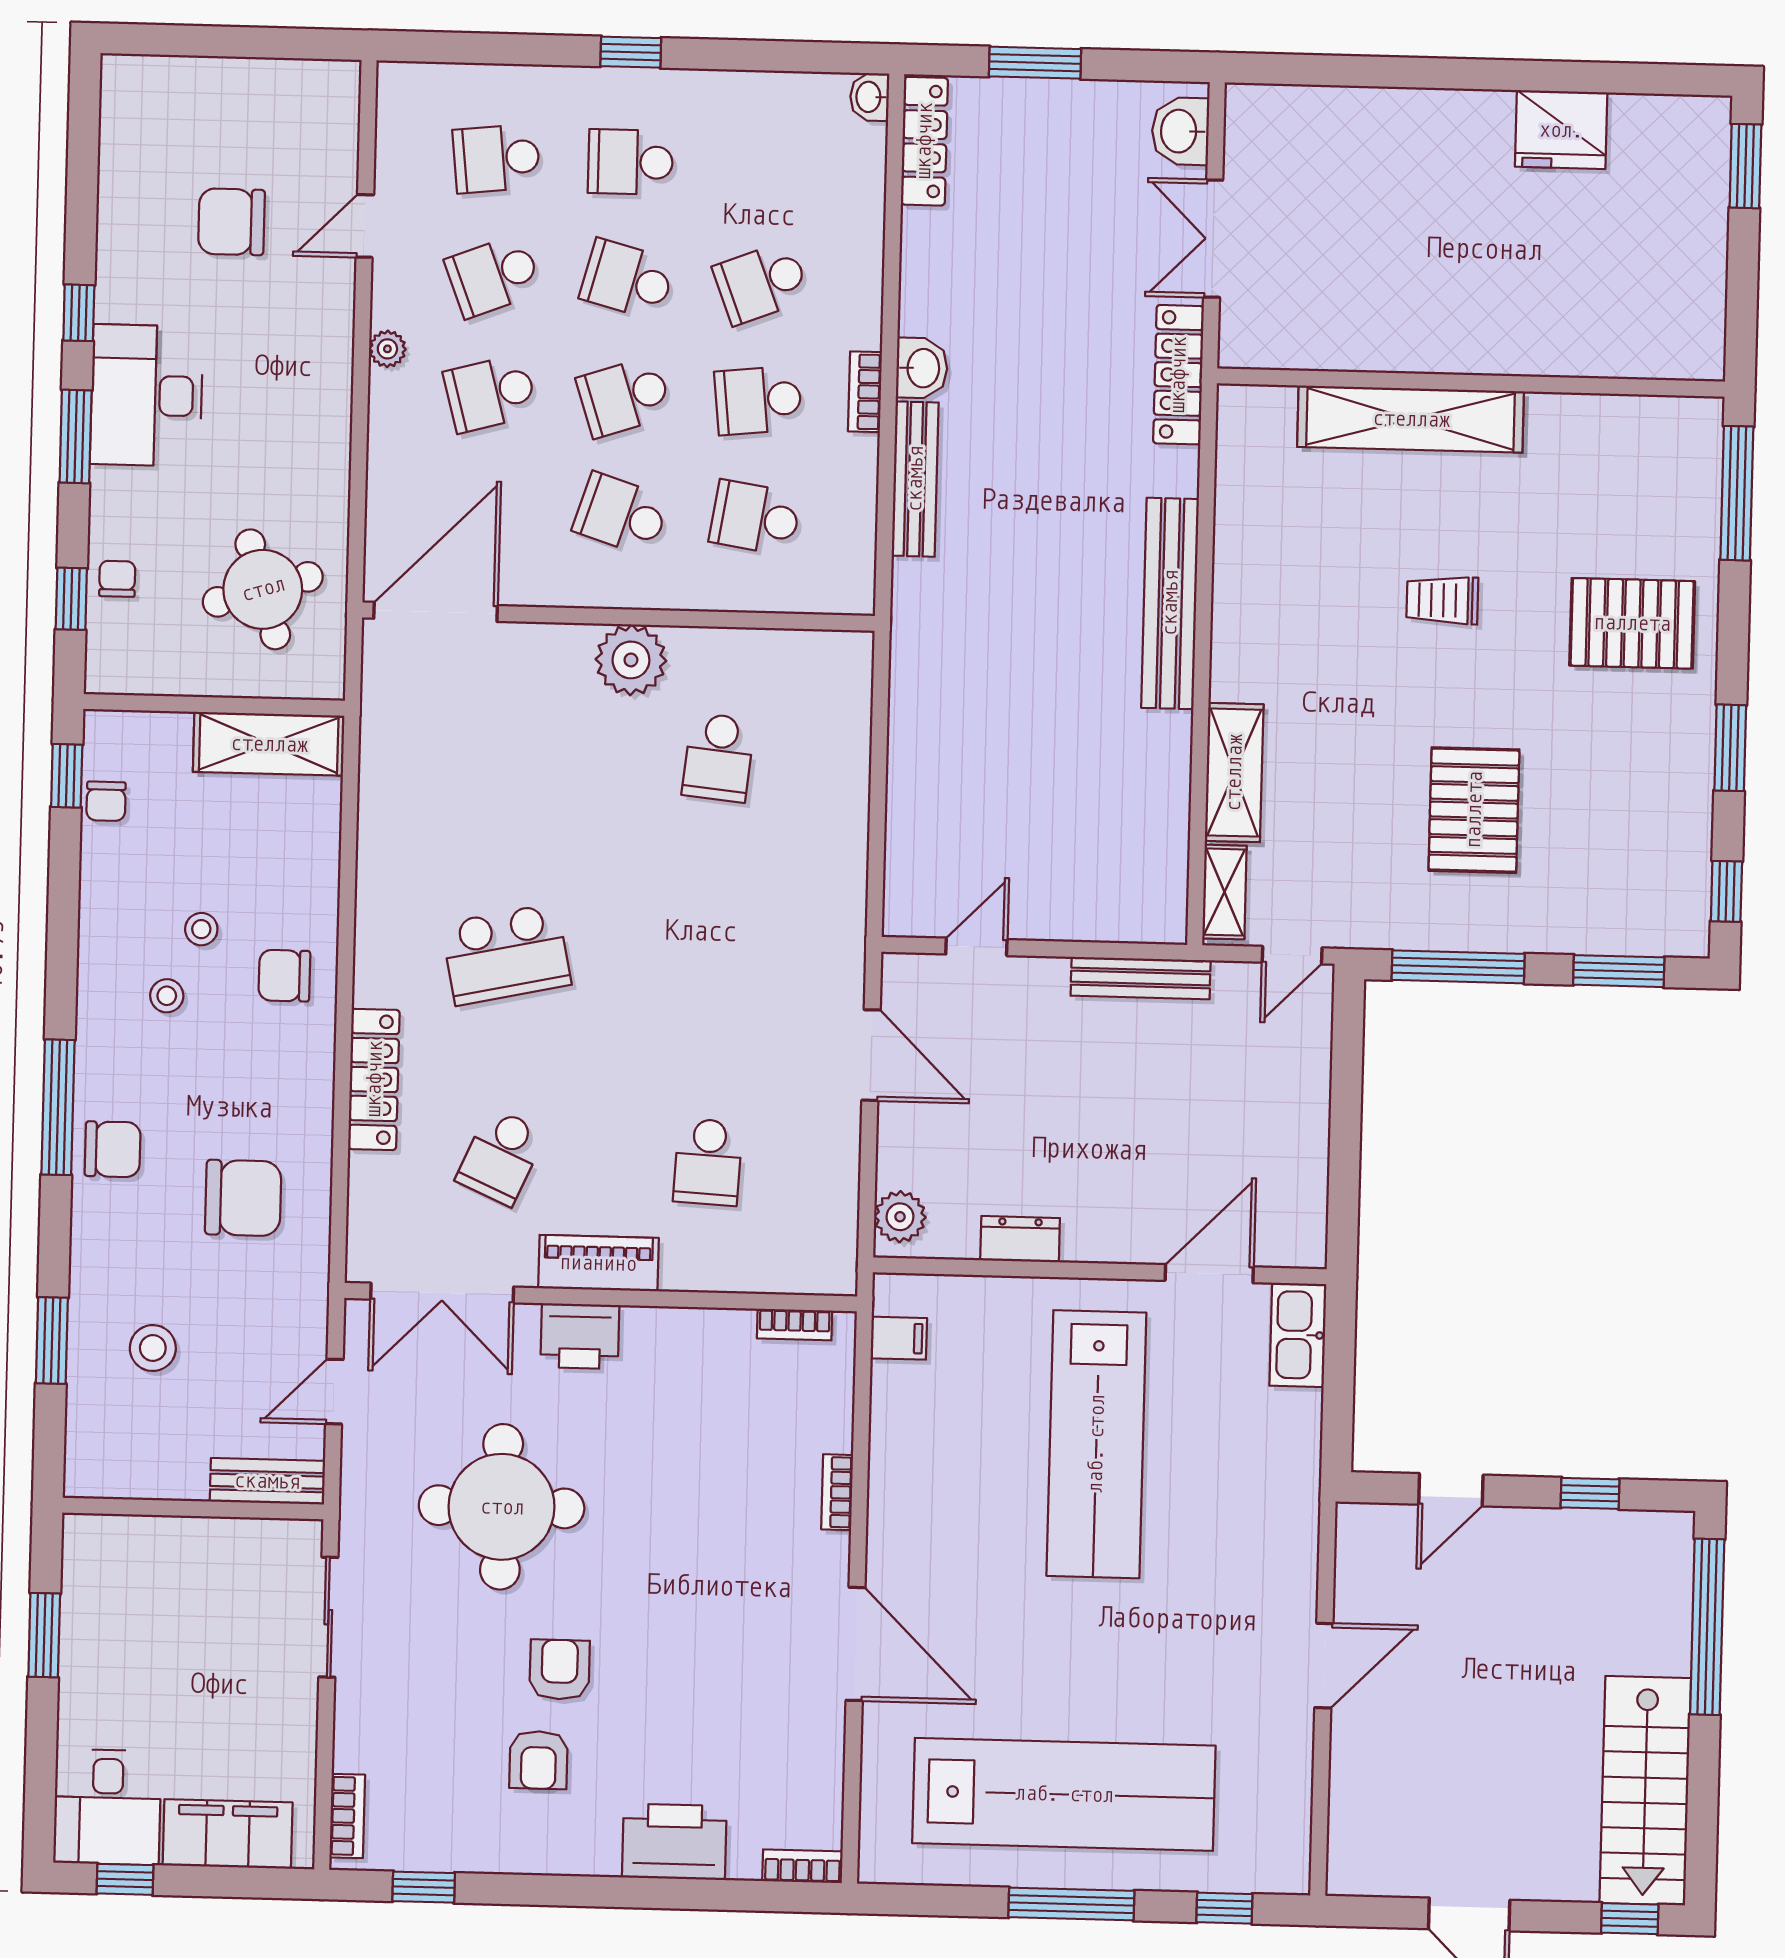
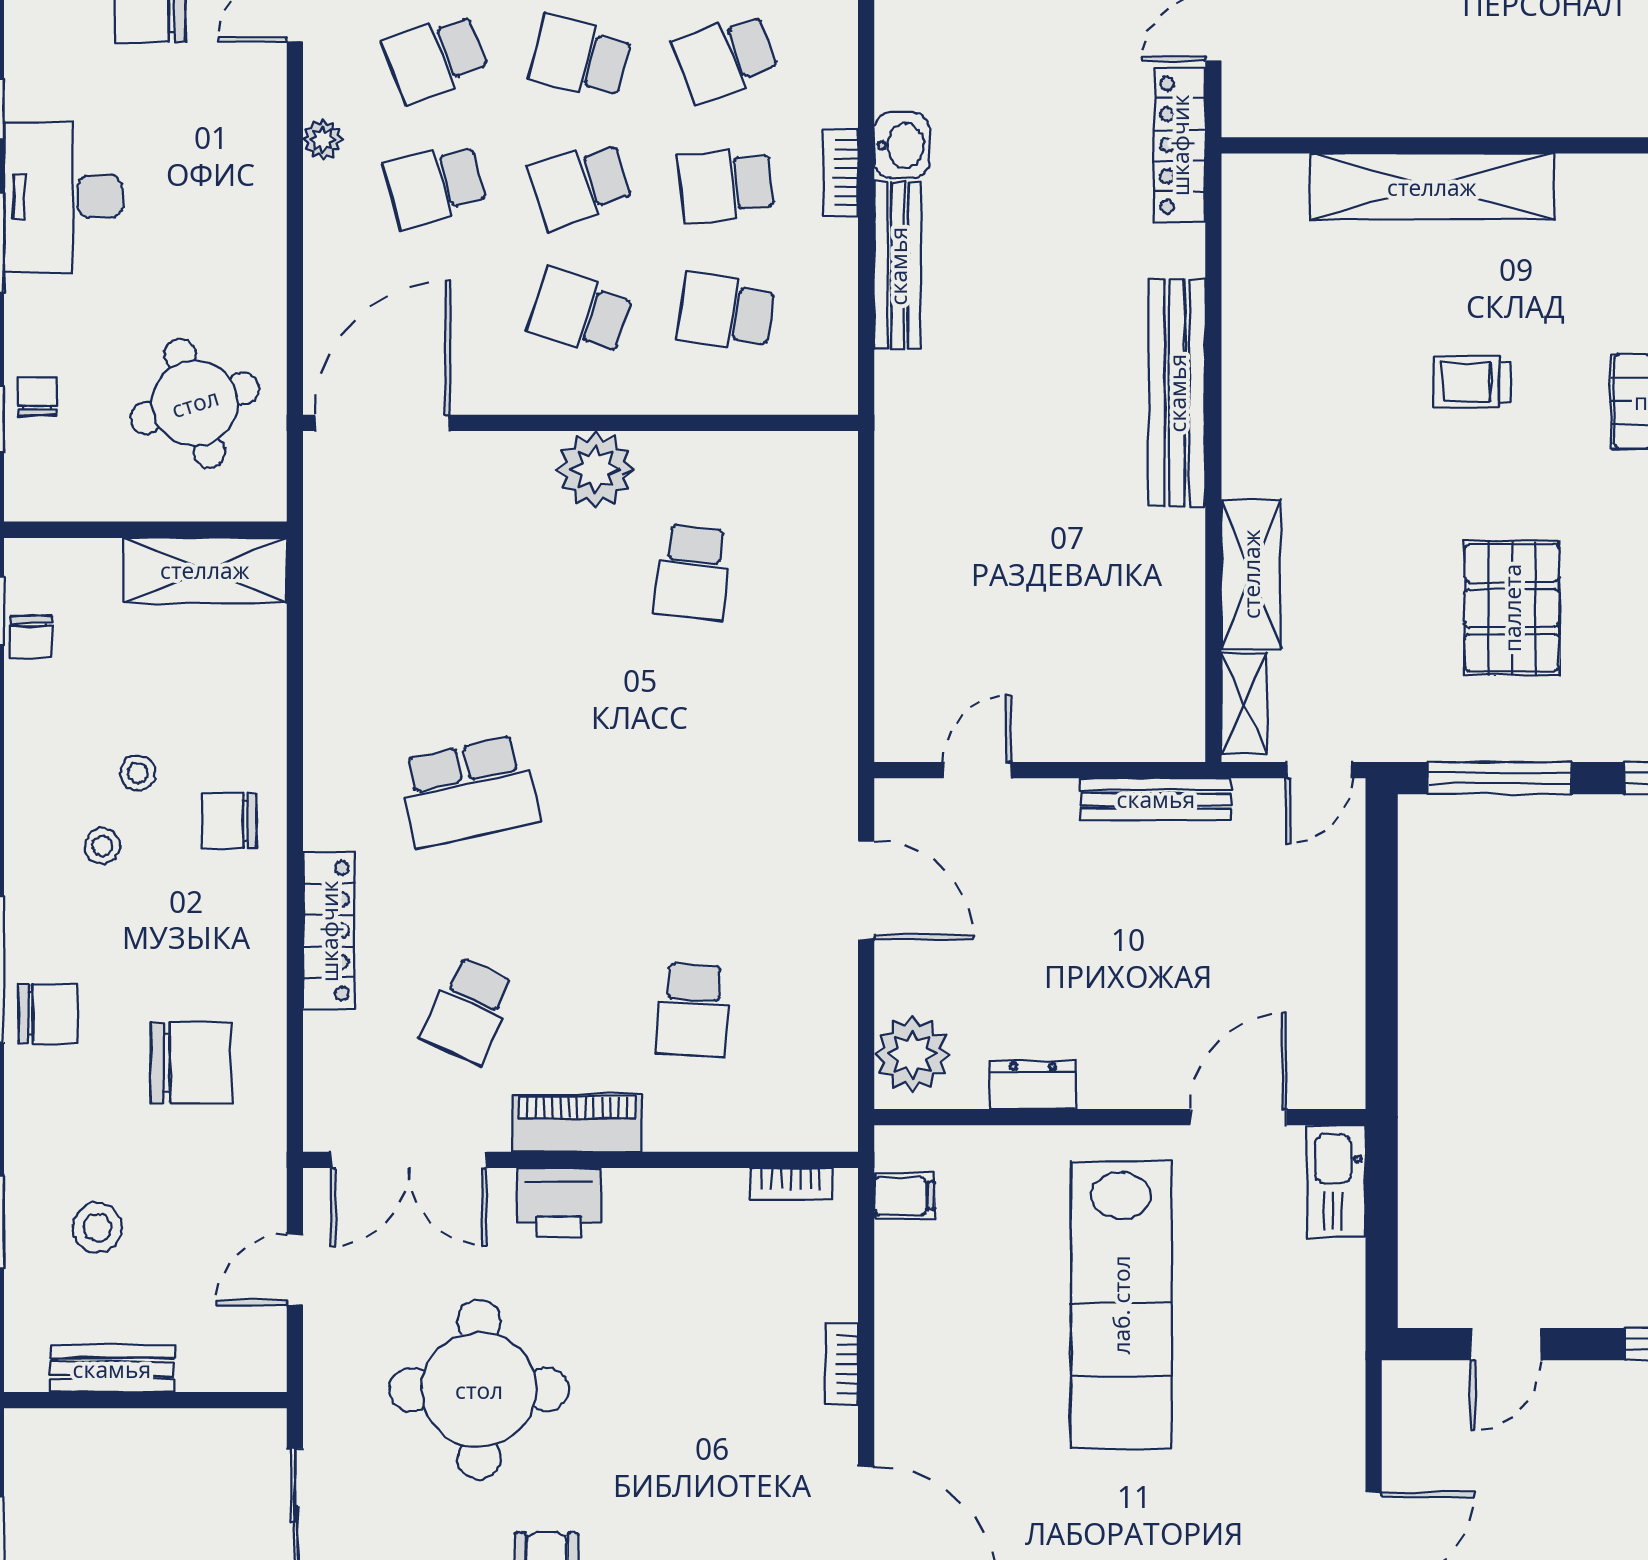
plant: (900, 1217) -> (912, 1054), width x1.36, depth x1.36
bench: (267, 1481) -> (112, 1369), moved

